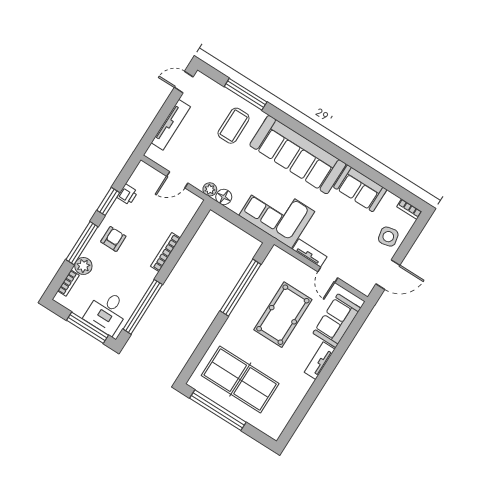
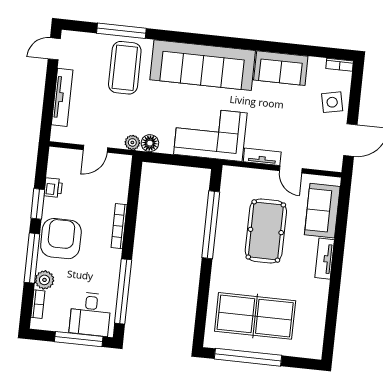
coffee table: (234, 126) -> (125, 68), width x1.36, depth x1.32
armchair: (113, 239) -> (61, 239), width x1.88, depth x1.88

